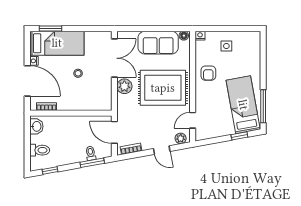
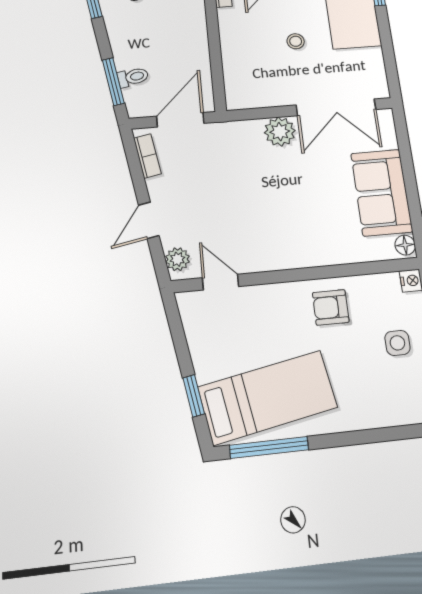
rug: (163, 88) -> (286, 210), removed

